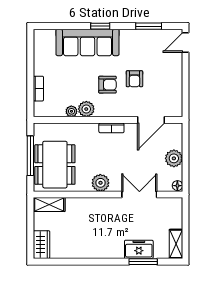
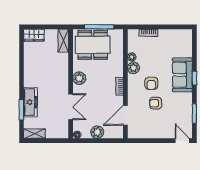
sofa: (88, 42) -> (182, 75), width x0.73
door: (151, 120) -> (125, 115), hinge flipped
freezer: (139, 249) -> (30, 102), width x1.40

